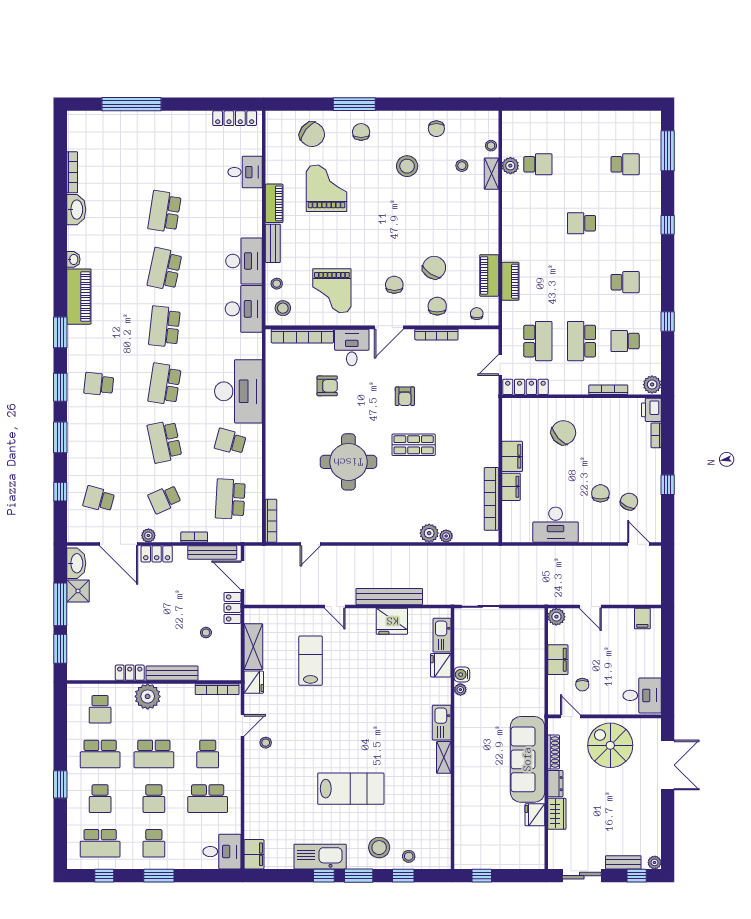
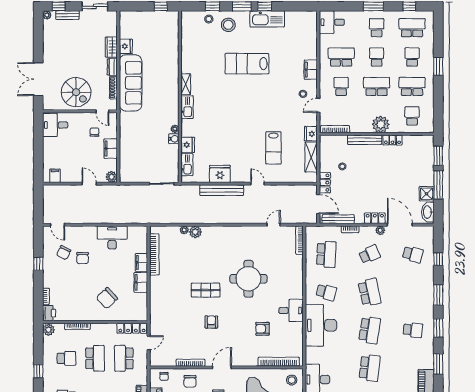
desk: (352, 347) -> (291, 311), moved, turned -90
filing cabinet: (254, 854) -> (311, 70), moved

